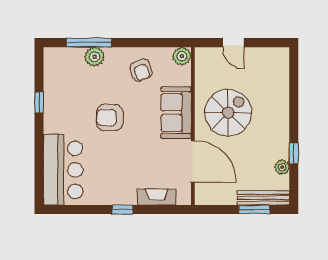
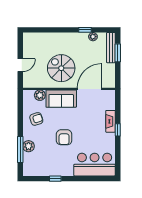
plant: (182, 56) -> (40, 95), moved
fireplace: (157, 197) -> (110, 121), moved

